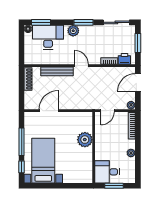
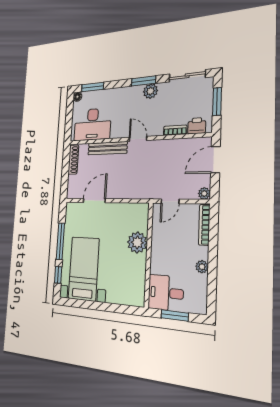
plant: (73, 31) -> (150, 91), moved
desk: (48, 37) -> (92, 124), moved, turned 180

